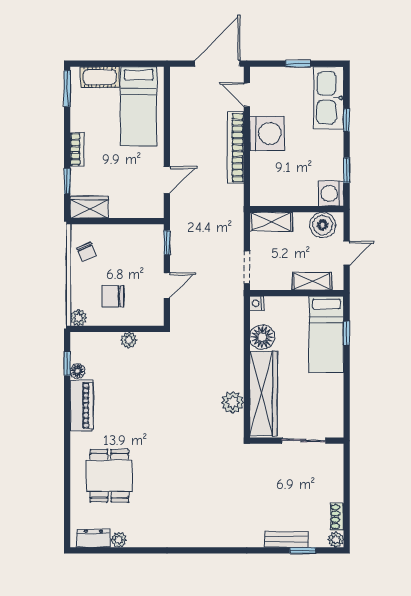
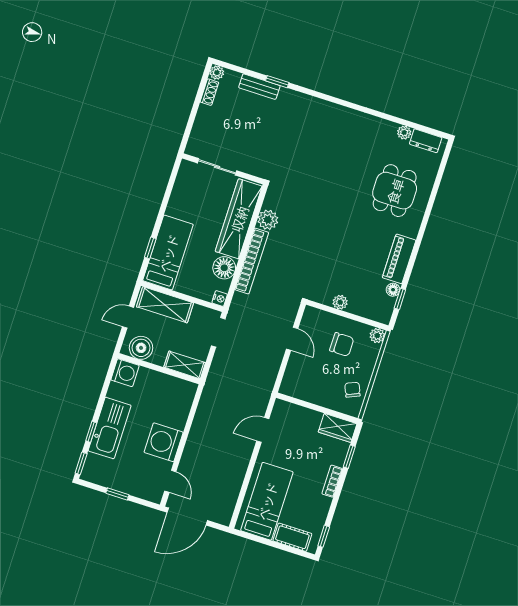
window: (67, 89) -> (324, 536), width x0.67
kitchen sink: (329, 98) -> (110, 428), moved
bookcase: (236, 148) -> (252, 261), moved
window: (347, 170) -> (81, 463), moved
window: (167, 243) -> (280, 376), removed
shelving: (312, 281) -> (165, 305), width x1.50, depth x1.33
door: (167, 285) -> (292, 339), swing flipped
window: (303, 550) -> (277, 82), moved

